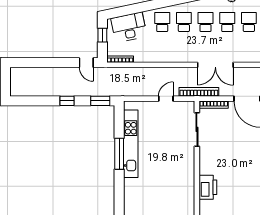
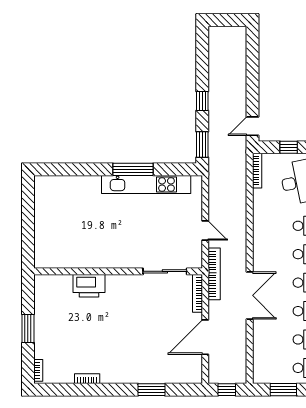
double door: (215, 65) -> (250, 295), swing flipped

